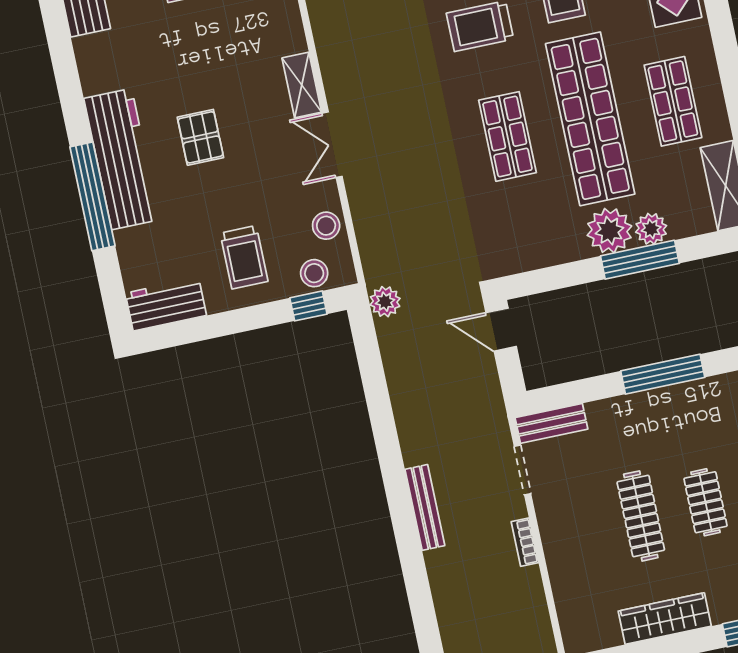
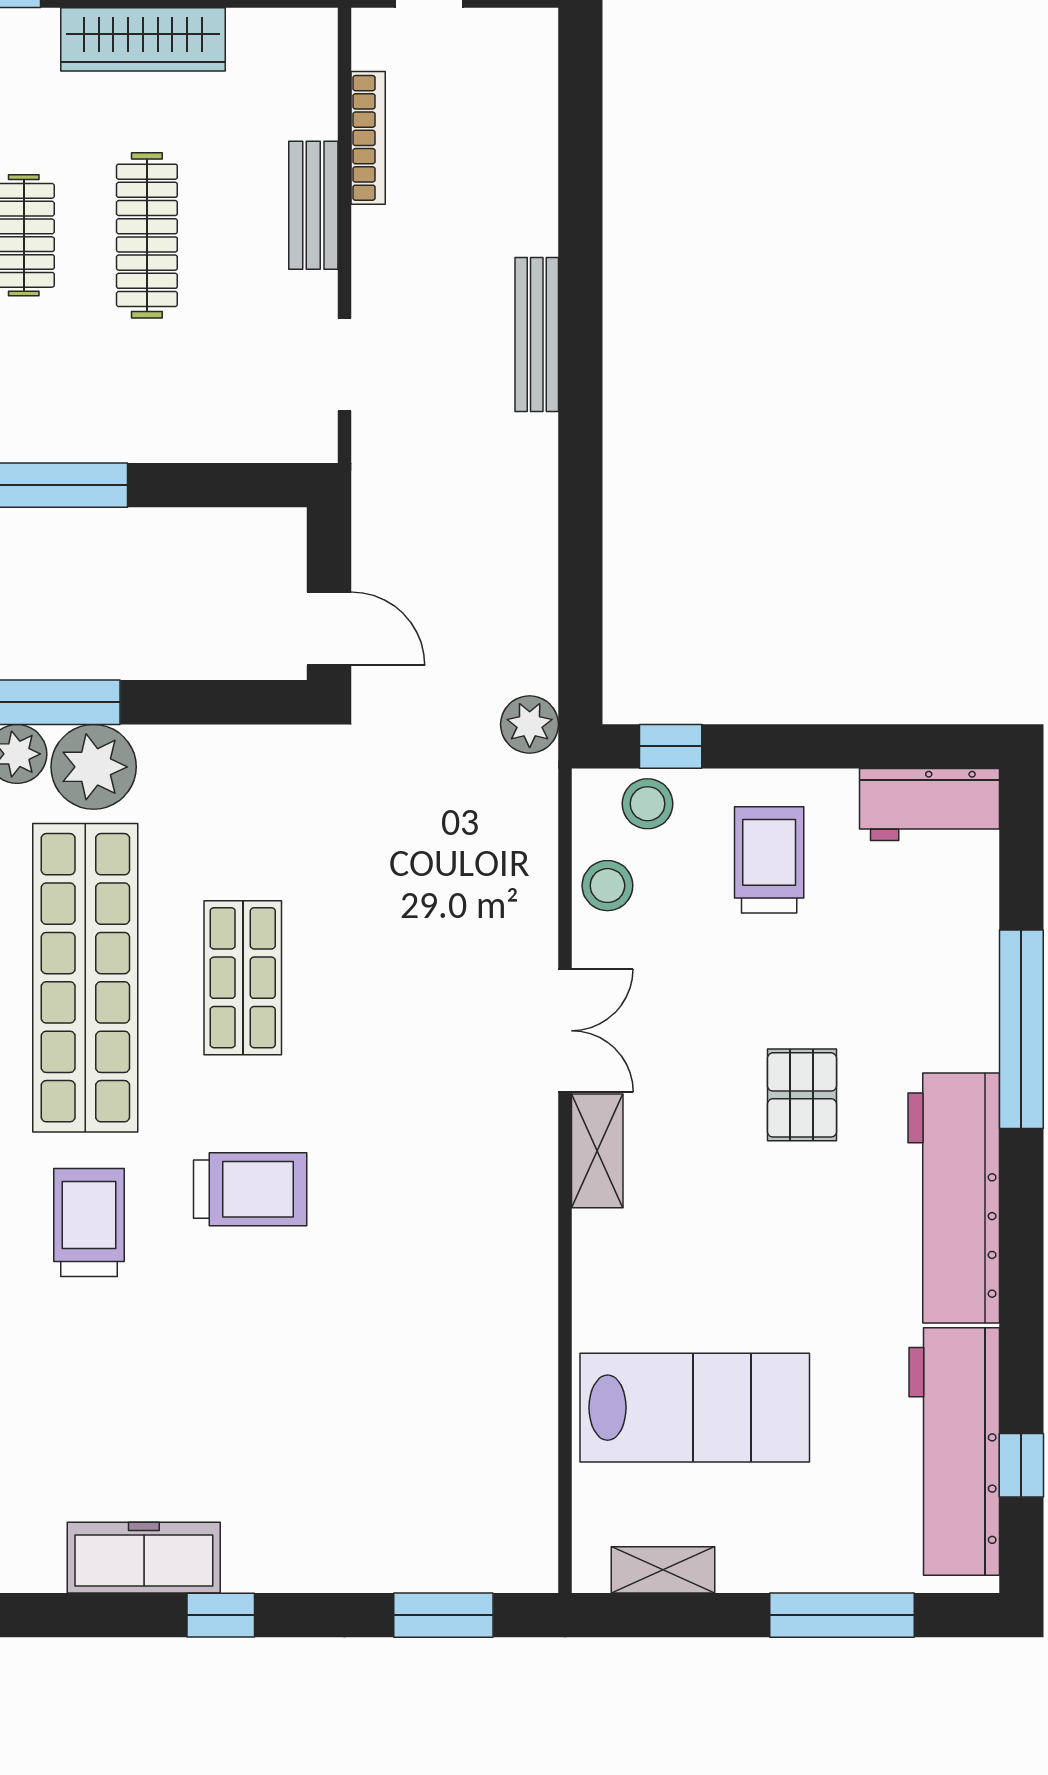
workbench: (122, 159) -> (954, 1198), moved
bench: (551, 423) -> (313, 205), moved, turned 90
bookcase: (525, 542) -> (368, 138), moved, width x1.56

